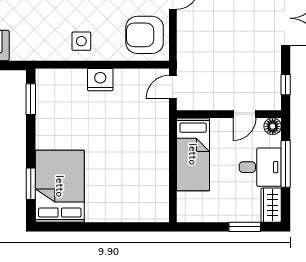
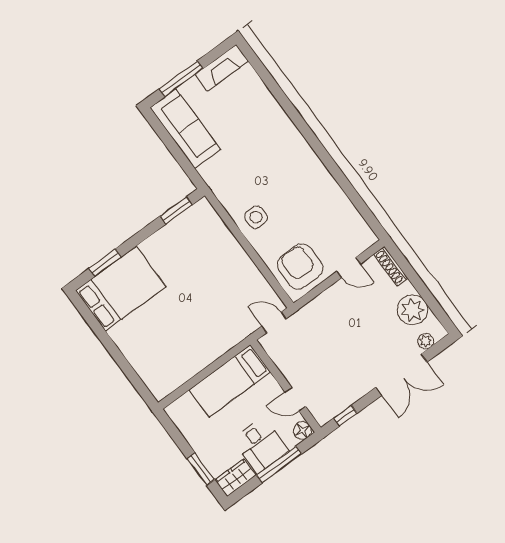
nightstand: (100, 80) -> (235, 257), removed

